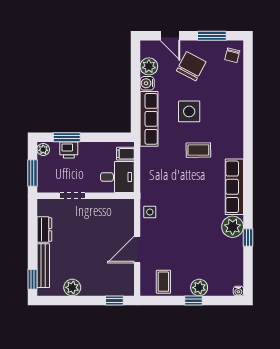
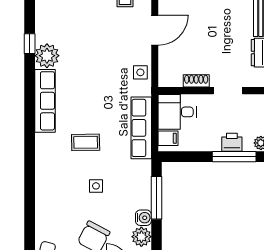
window: (136, 101) -> (156, 198), added
side table: (189, 111) -> (96, 186), width x0.54, depth x0.54
row of seats: (149, 119) -> (141, 128), moved
window: (67, 137) -> (234, 157), width x1.44
shoe rack: (100, 204) -> (196, 81), added

